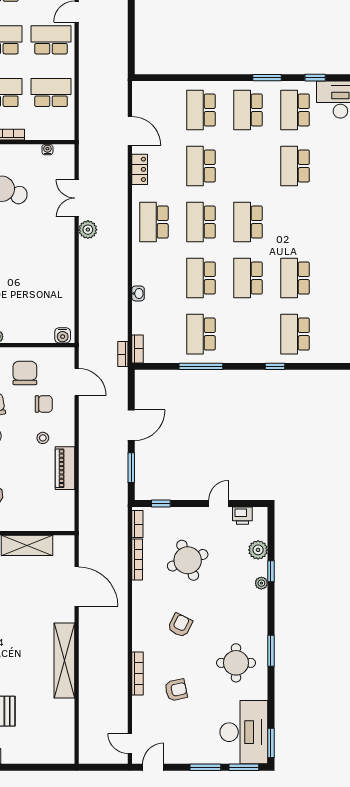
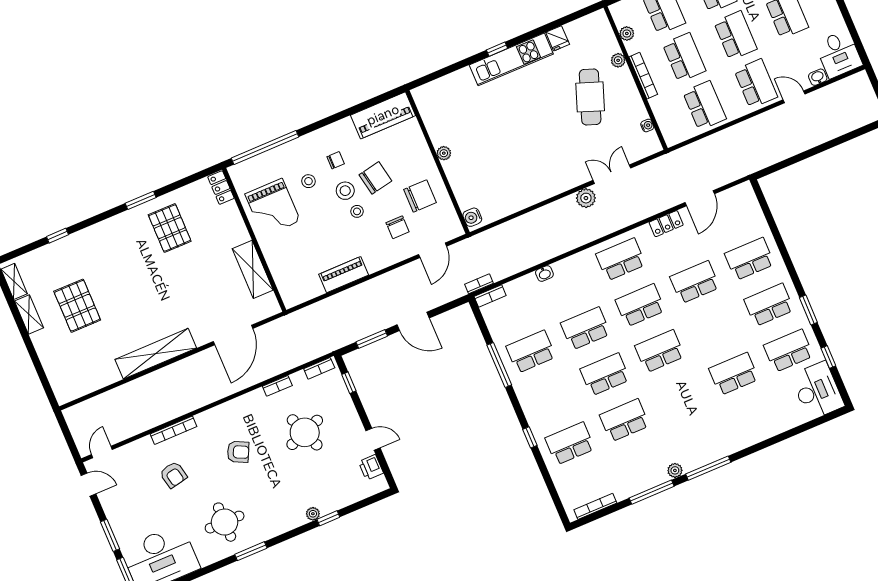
stool: (43, 438) -> (357, 211), moved
plant: (258, 550) -> (344, 497), removed
bookcase: (137, 560) -> (277, 386), width x0.64

